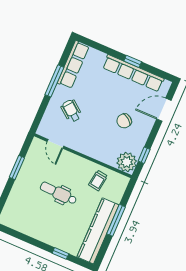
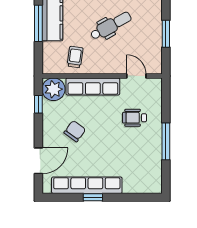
row of seats: (73, 65) -> (93, 86), moved, turned -90
wheelchair: (71, 111) -> (134, 118), turned 142
dental chair: (58, 193) -> (111, 26), turned -31

